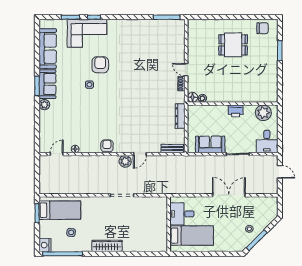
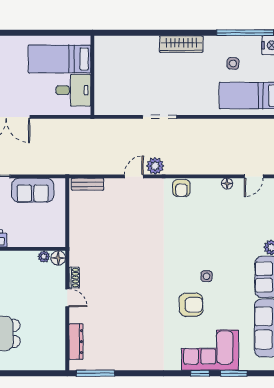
armchair: (100, 65) -> (191, 305), turned -90
dresser: (180, 116) -> (76, 342), moved

